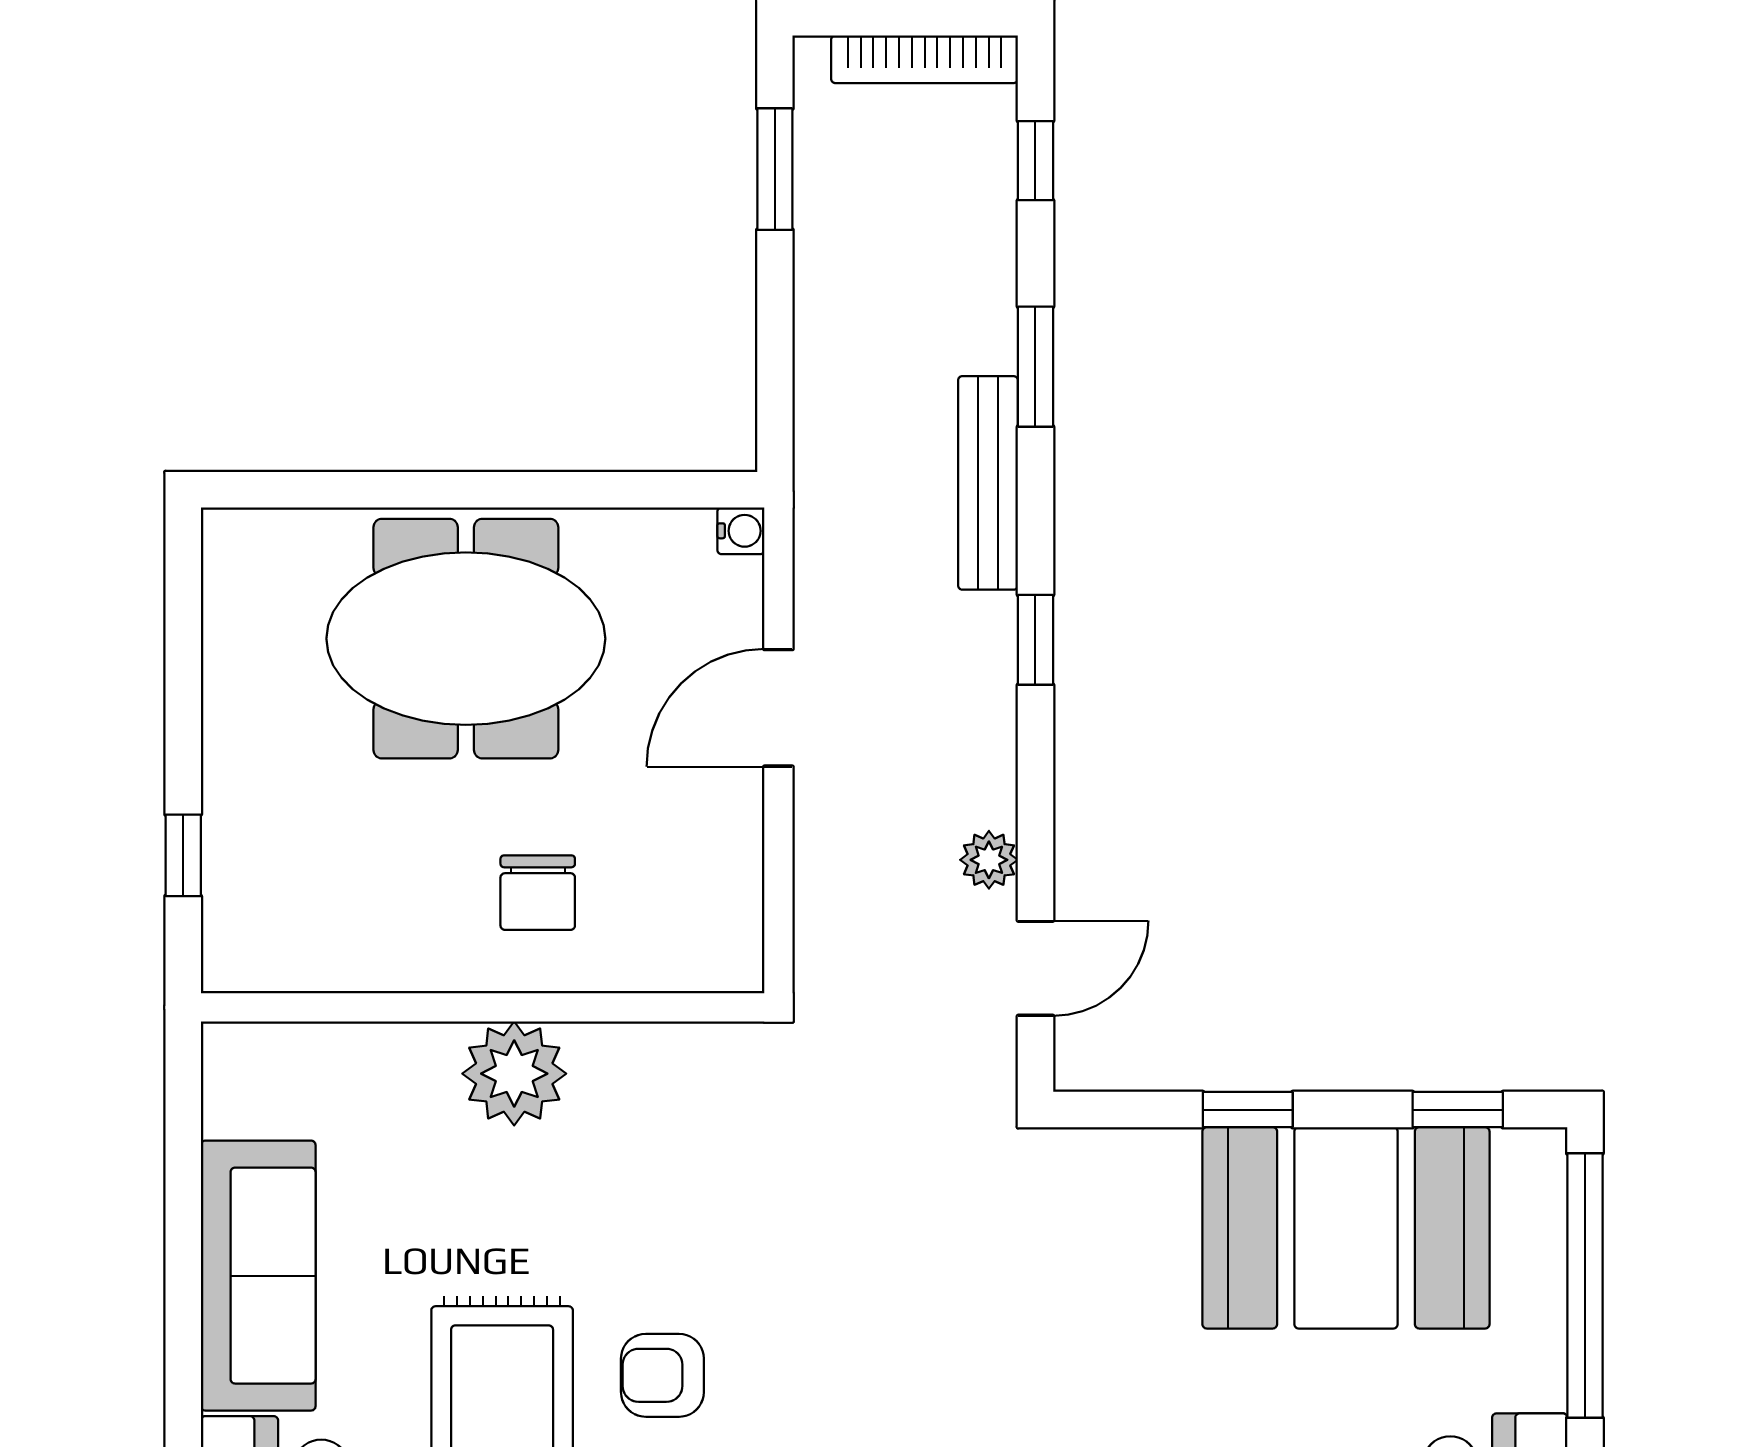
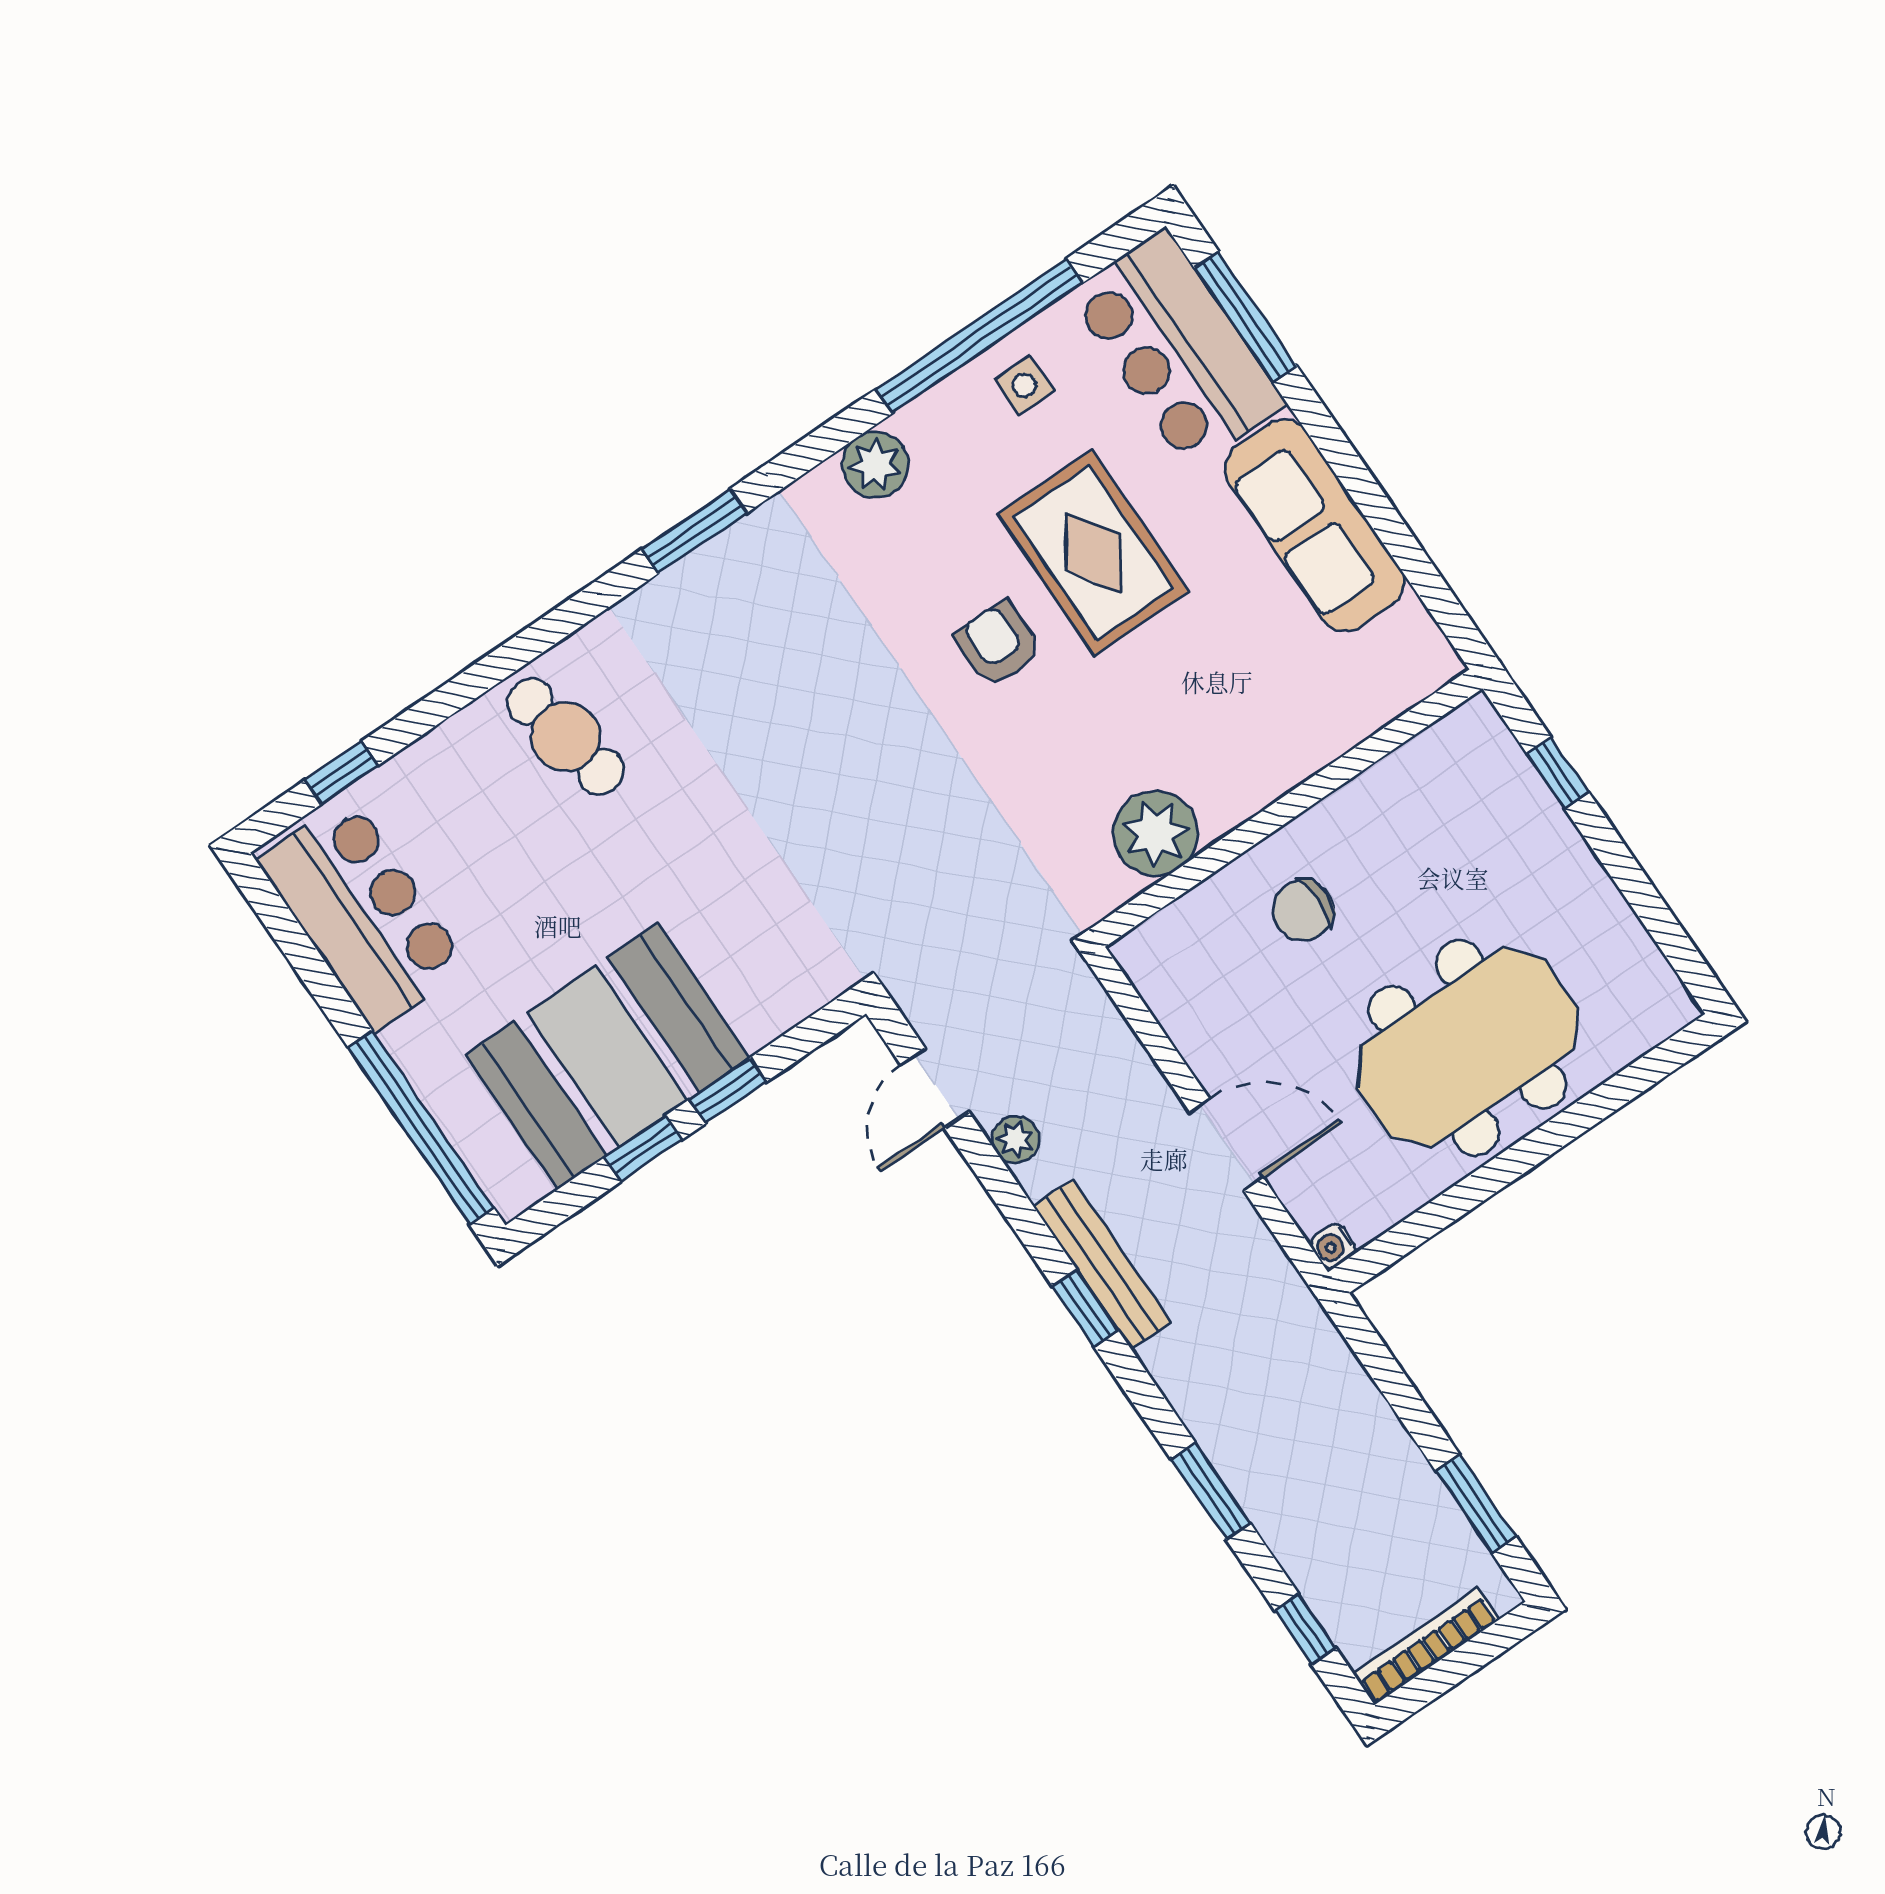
bench: (988, 483) -> (1102, 1264), moved
door: (778, 708) -> (1226, 1145), hinge flipped
chair: (538, 893) -> (1303, 910), turned -90
plant: (514, 1074) -> (1156, 833), moved
window: (1458, 1110) -> (643, 1149), moved
armchair: (662, 1375) -> (998, 644), turned -90

